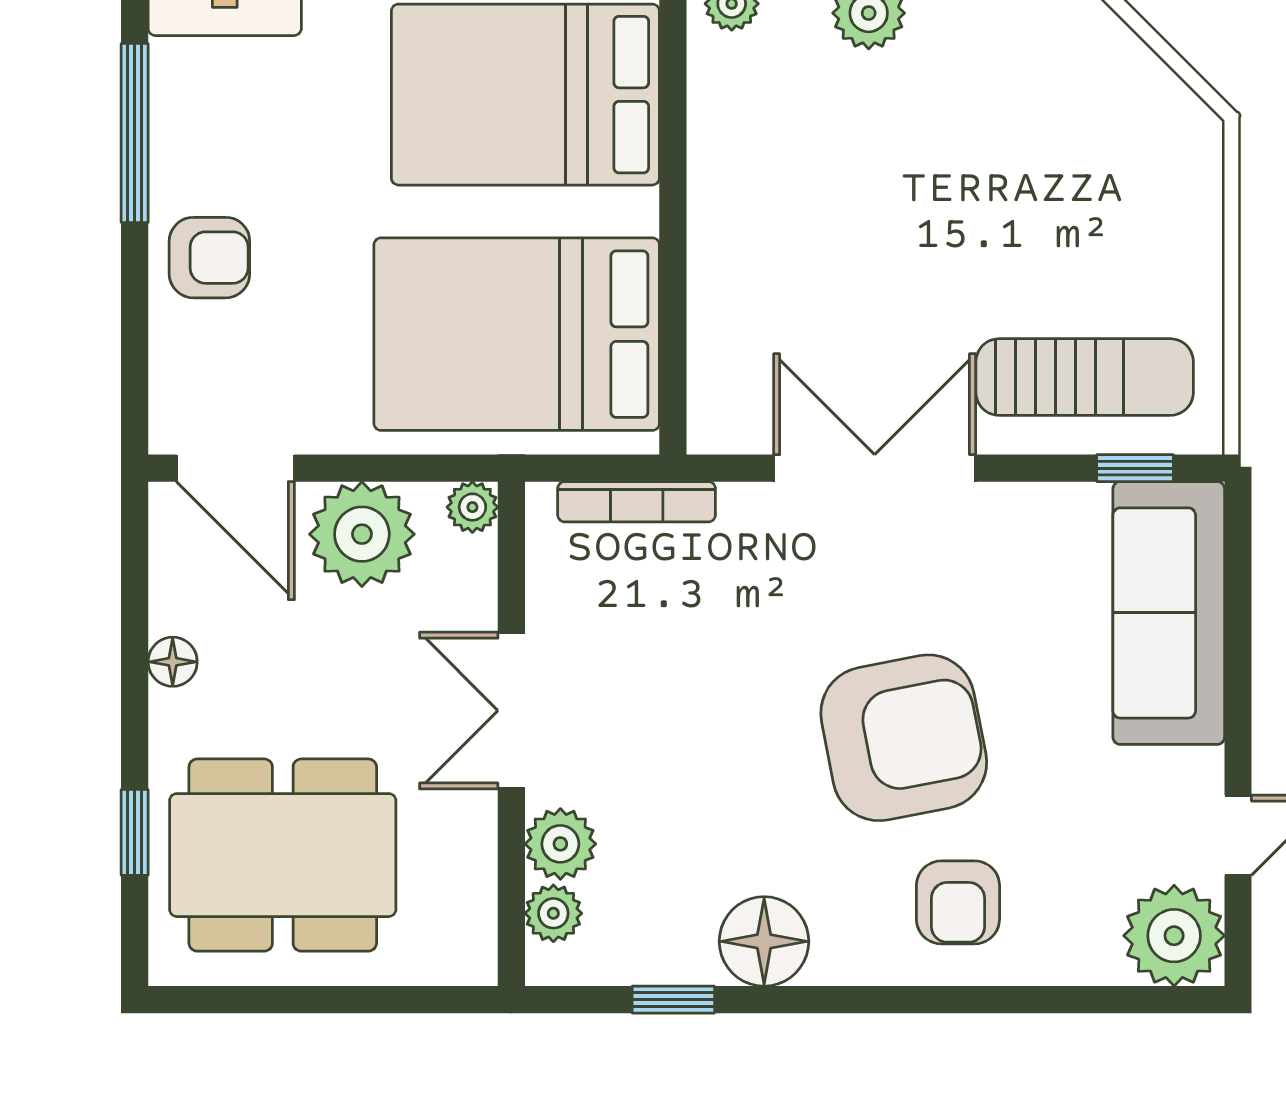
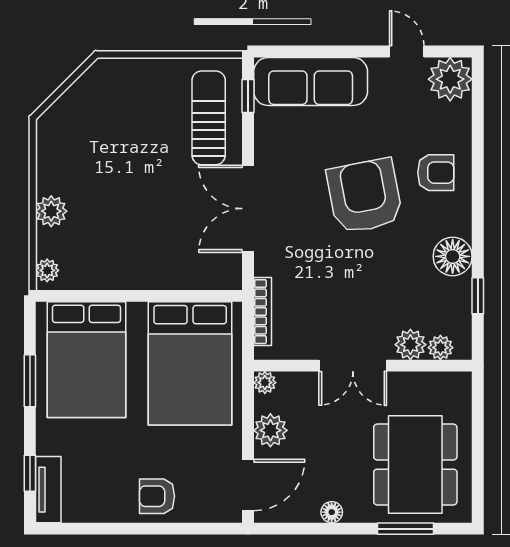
window: (135, 133) -> (103, 529), removed
armchair: (209, 258) -> (157, 496), turned -90
plant: (362, 534) -> (270, 430), width x0.73, depth x0.73
window: (135, 832) -> (405, 529), width x1.50

